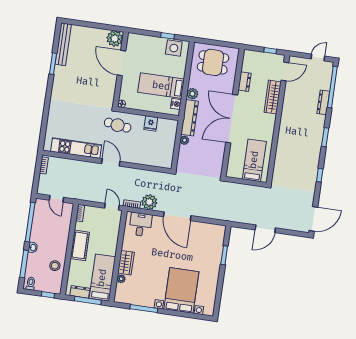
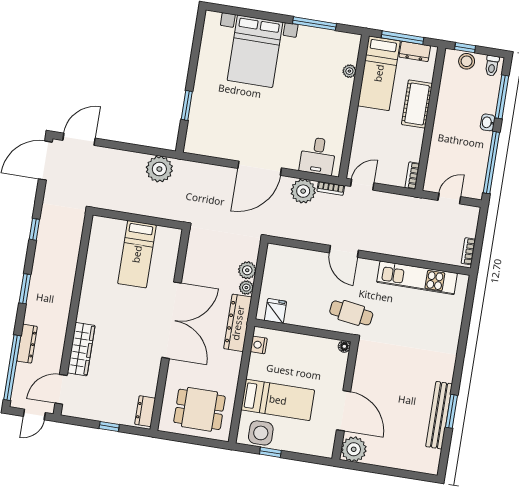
bench: (63, 44) -> (439, 415), moved
door: (285, 71) -> (61, 389), moved
dresser: (245, 82) -> (145, 411), moved
bed: (161, 86) -> (278, 400), moved
plant: (192, 94) -> (247, 270), moved
wardrobe: (273, 97) -> (81, 349), moved
wall: (278, 119) -> (73, 314), moved
fridge: (151, 123) -> (276, 311), moved
door: (111, 162) -> (344, 251), moved
door: (56, 199) -> (449, 199), hinge flipped
door: (112, 207) -> (362, 185), swing flipped
plant: (241, 215) -> (159, 169), added
door: (177, 216) -> (260, 168), swing flipped
door: (265, 229) -> (79, 139), moved
cot: (80, 245) -> (417, 104), moved
wardrobe: (126, 263) -> (341, 96), removed
stool: (55, 266) -> (467, 61), moved

